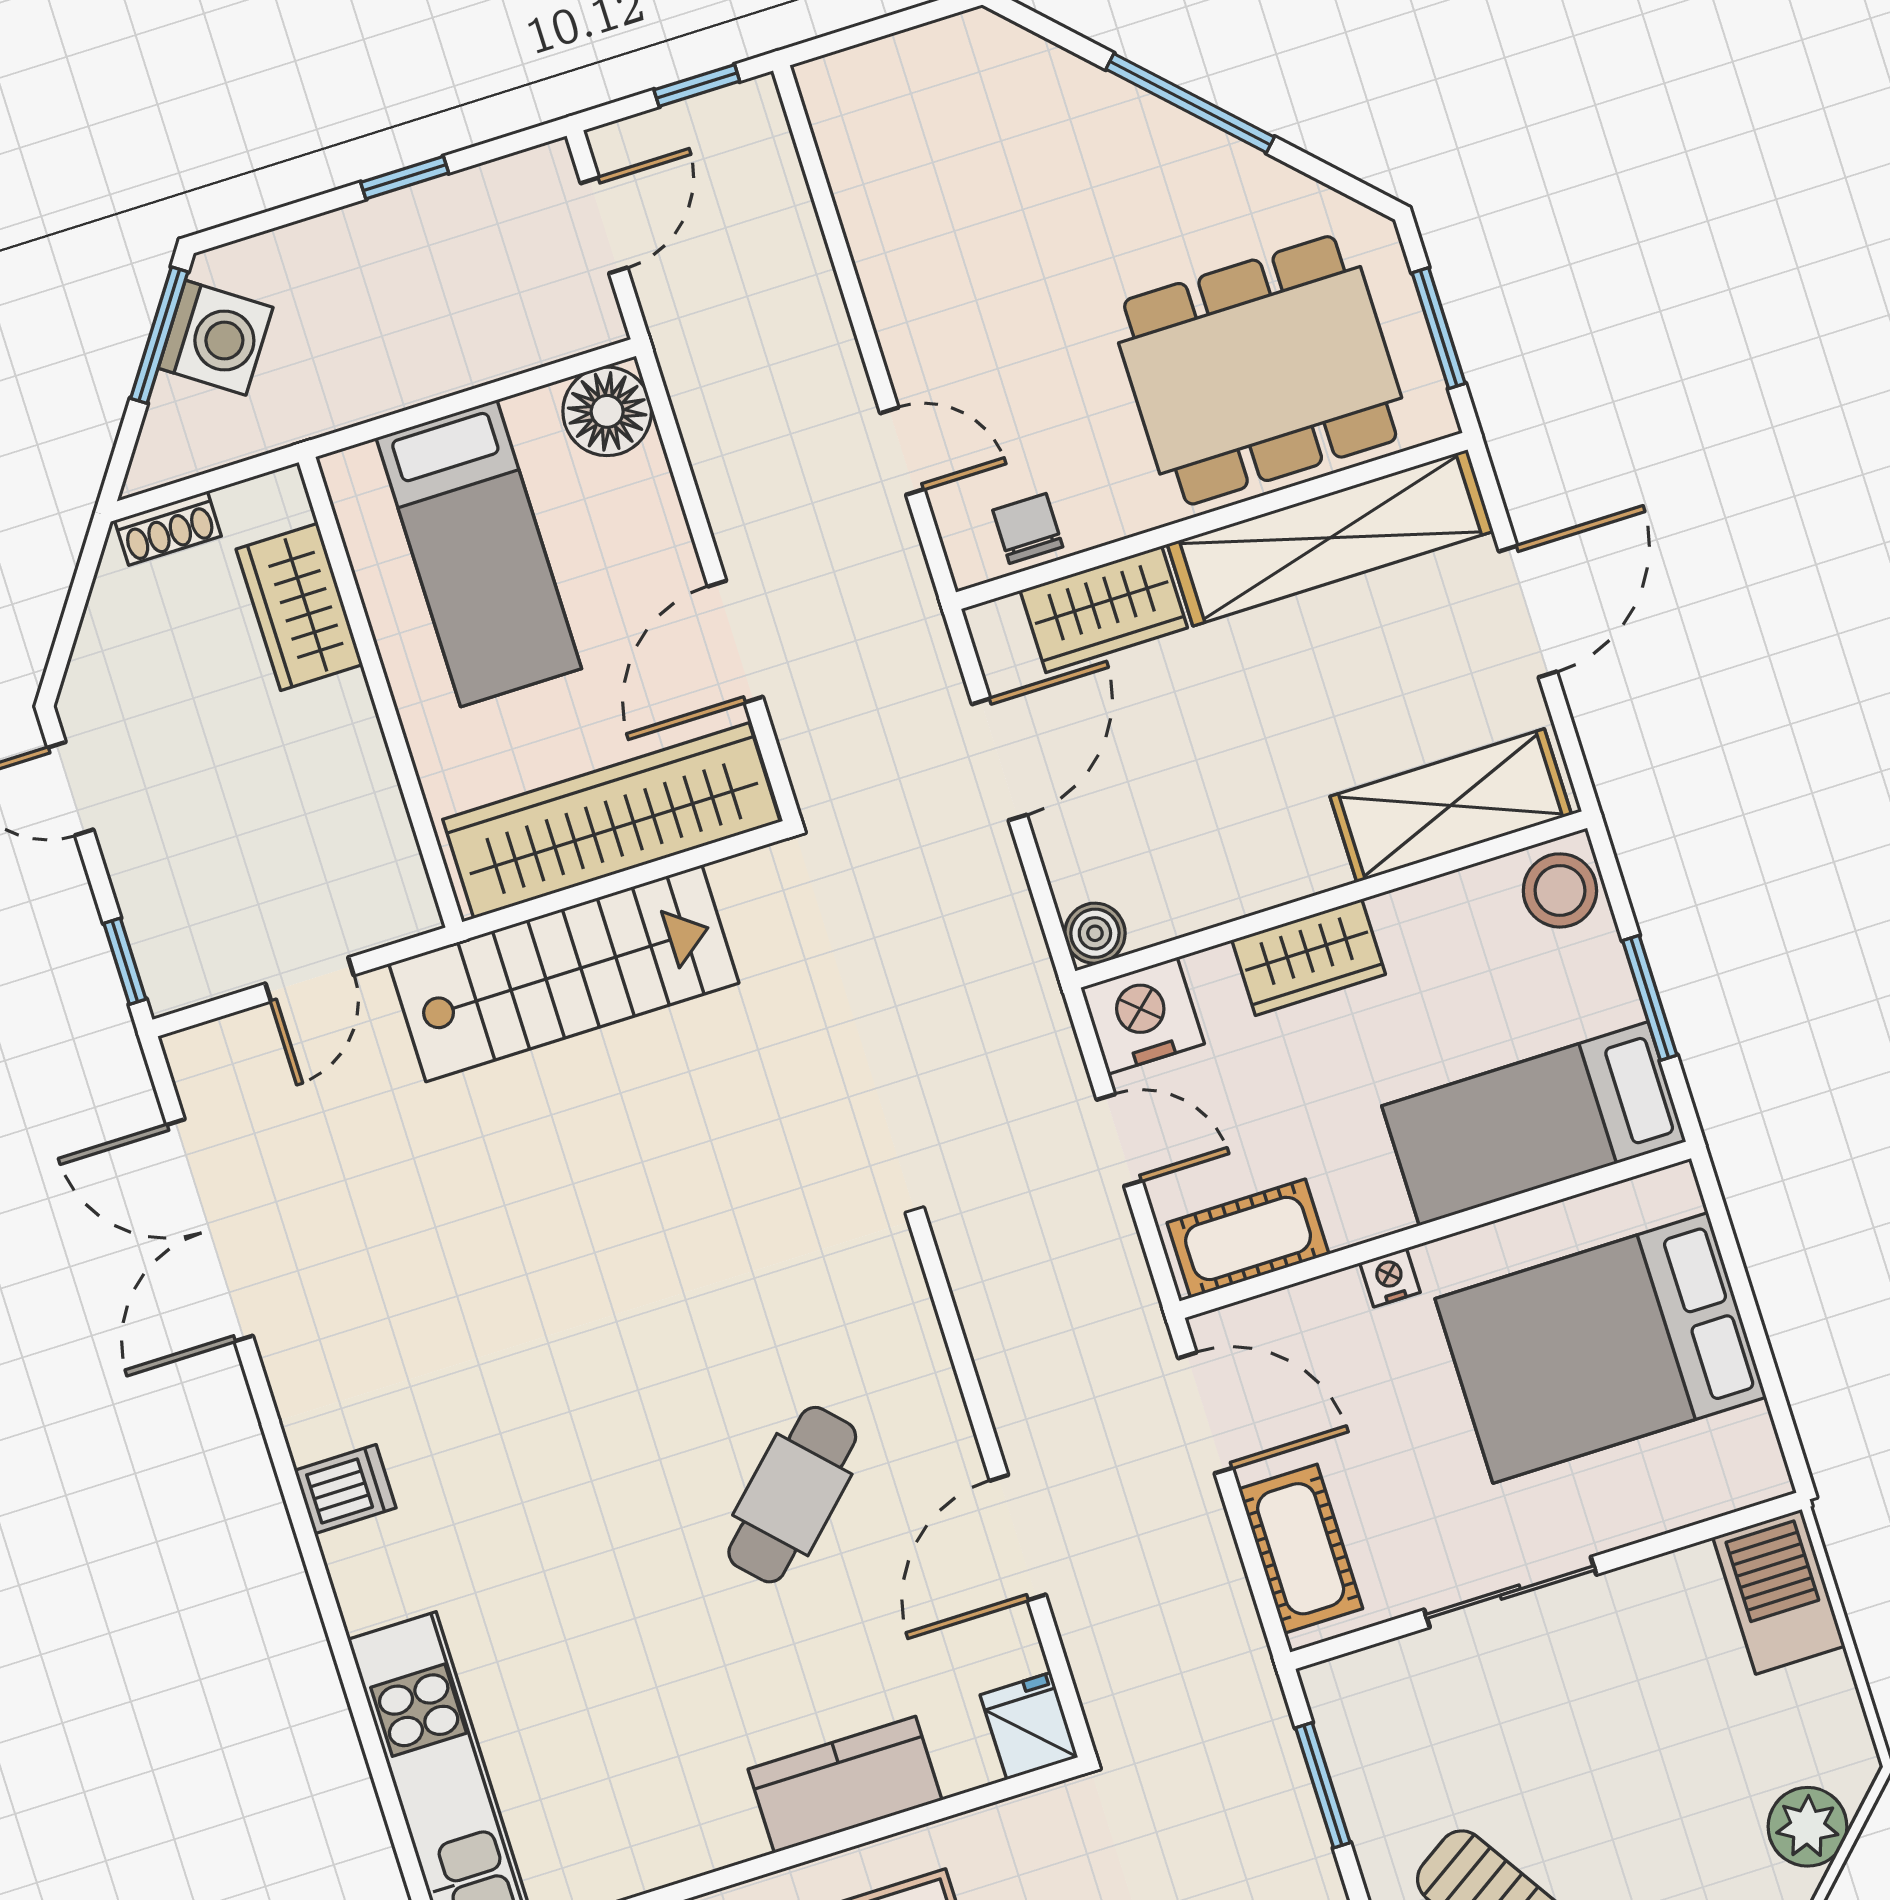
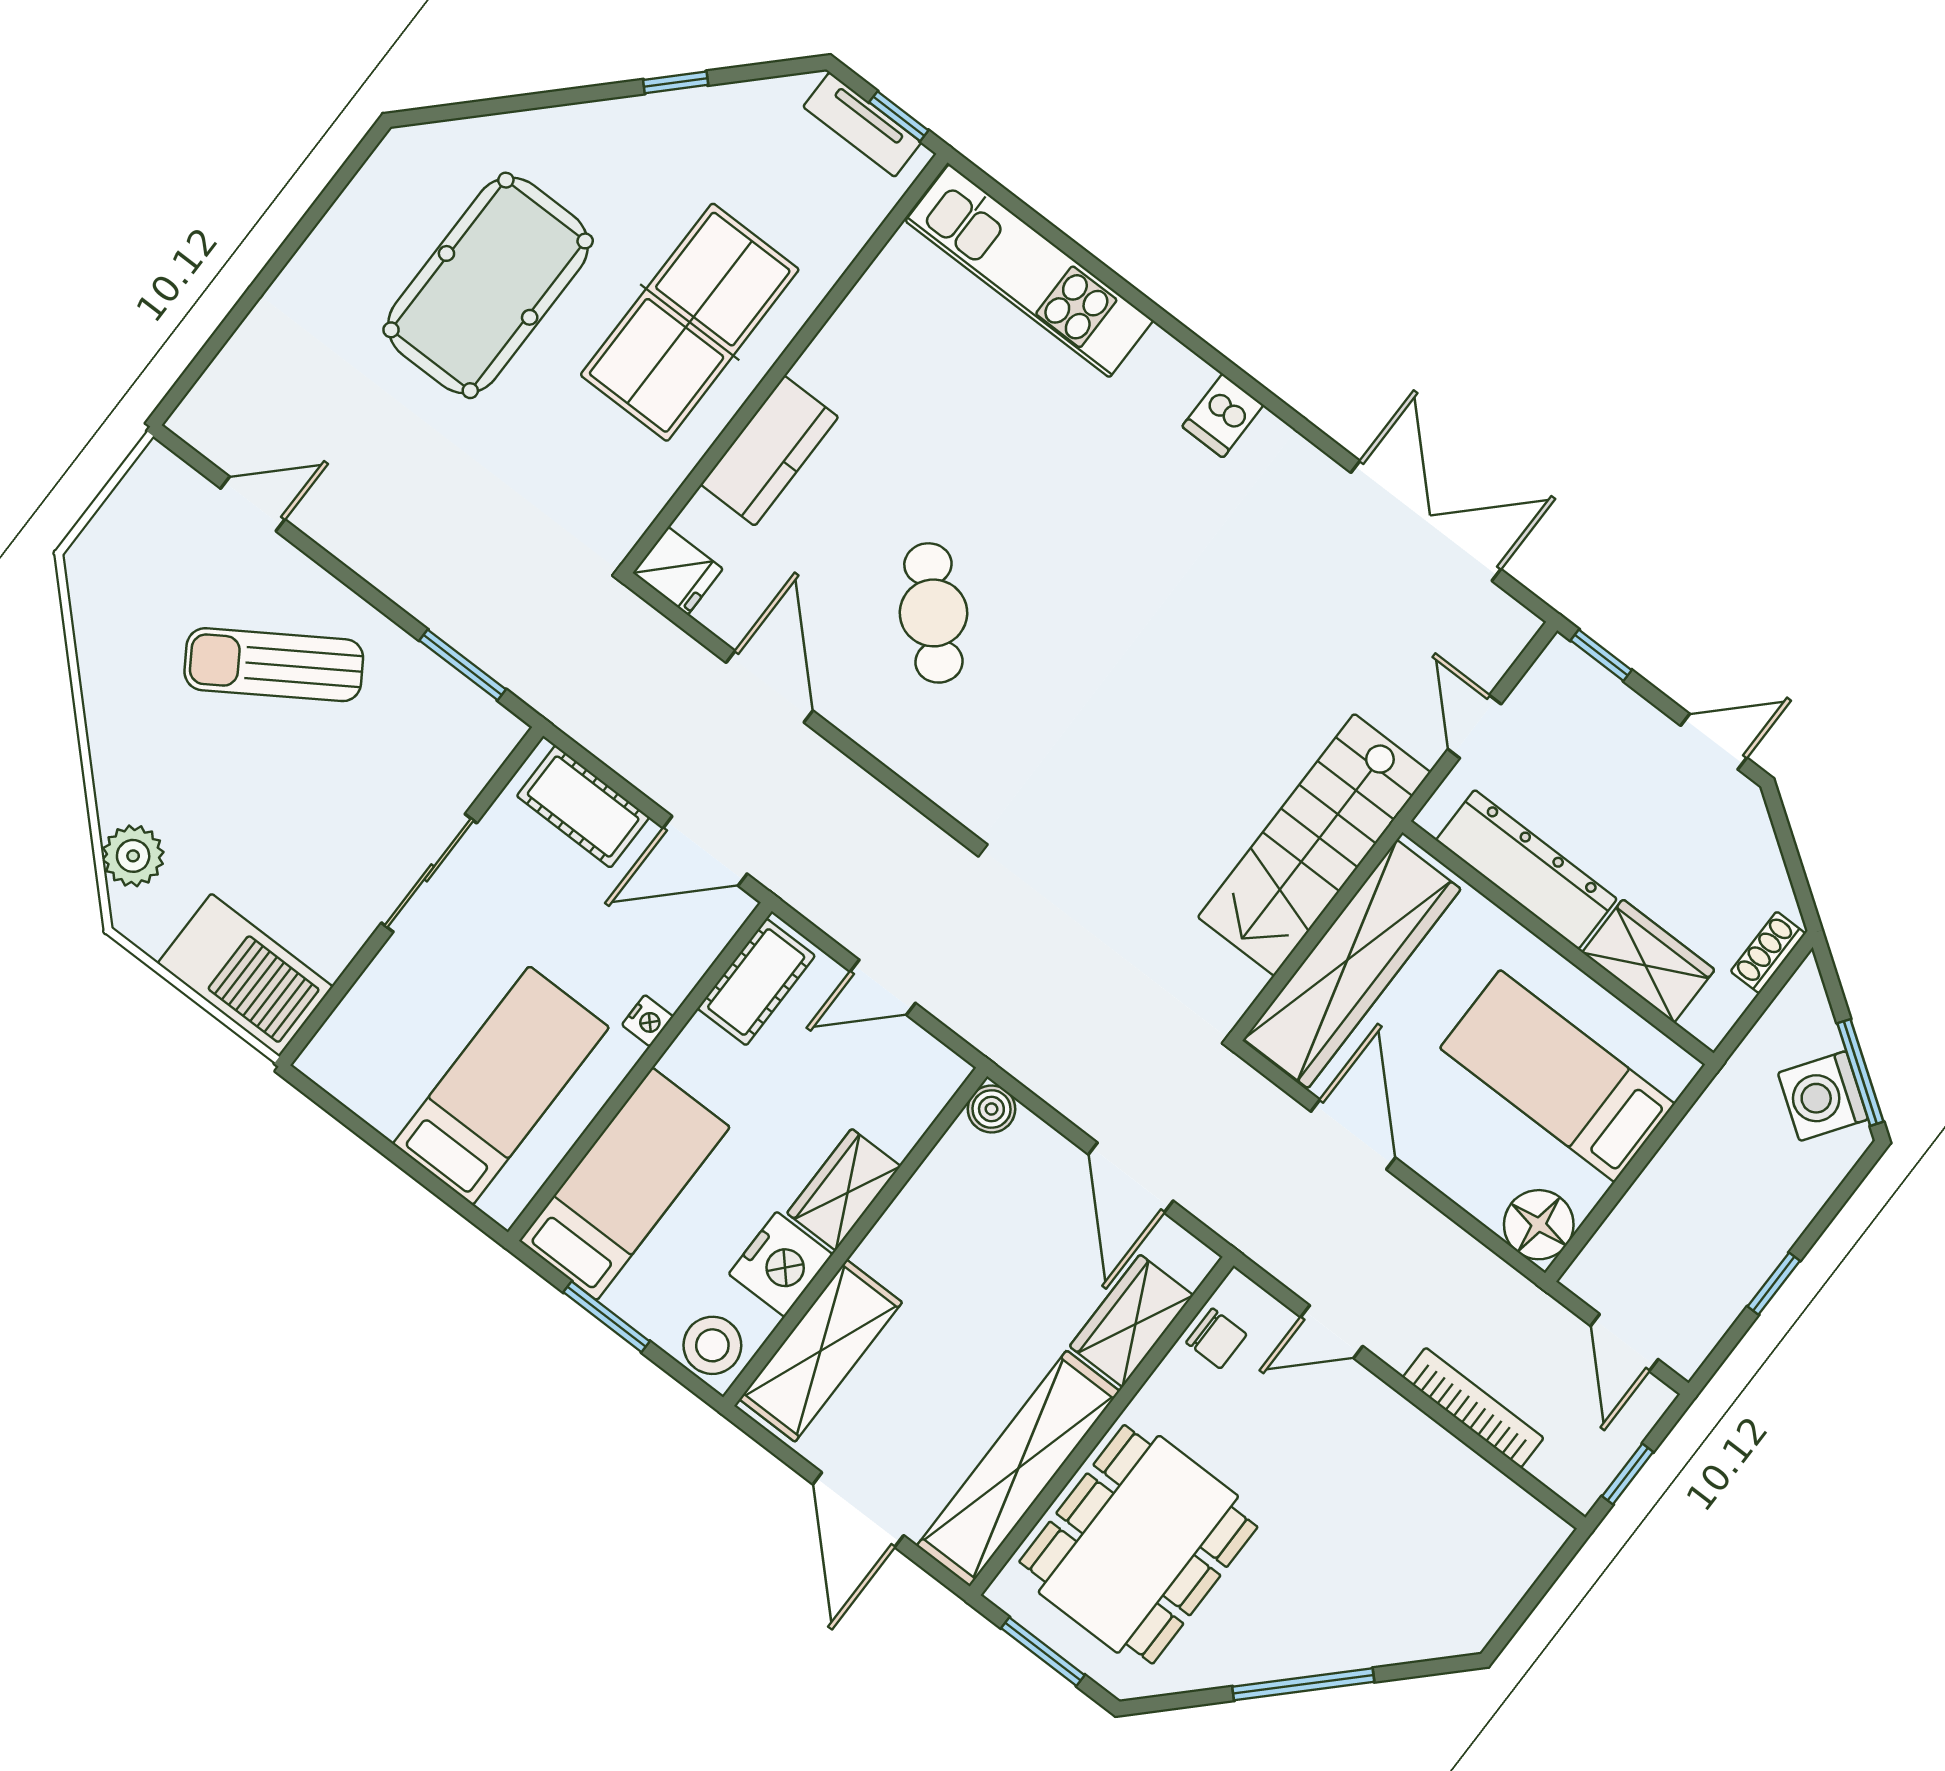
bookcase: (810, 268) -> (1473, 1408), added
dresser: (360, 792) -> (1526, 869), added
nightstand: (1142, 1016) -> (781, 1264), moved
bed: (1601, 1348) -> (501, 1086), width x0.67
barbecue: (1779, 1592) -> (245, 975), width x1.37, depth x1.21

